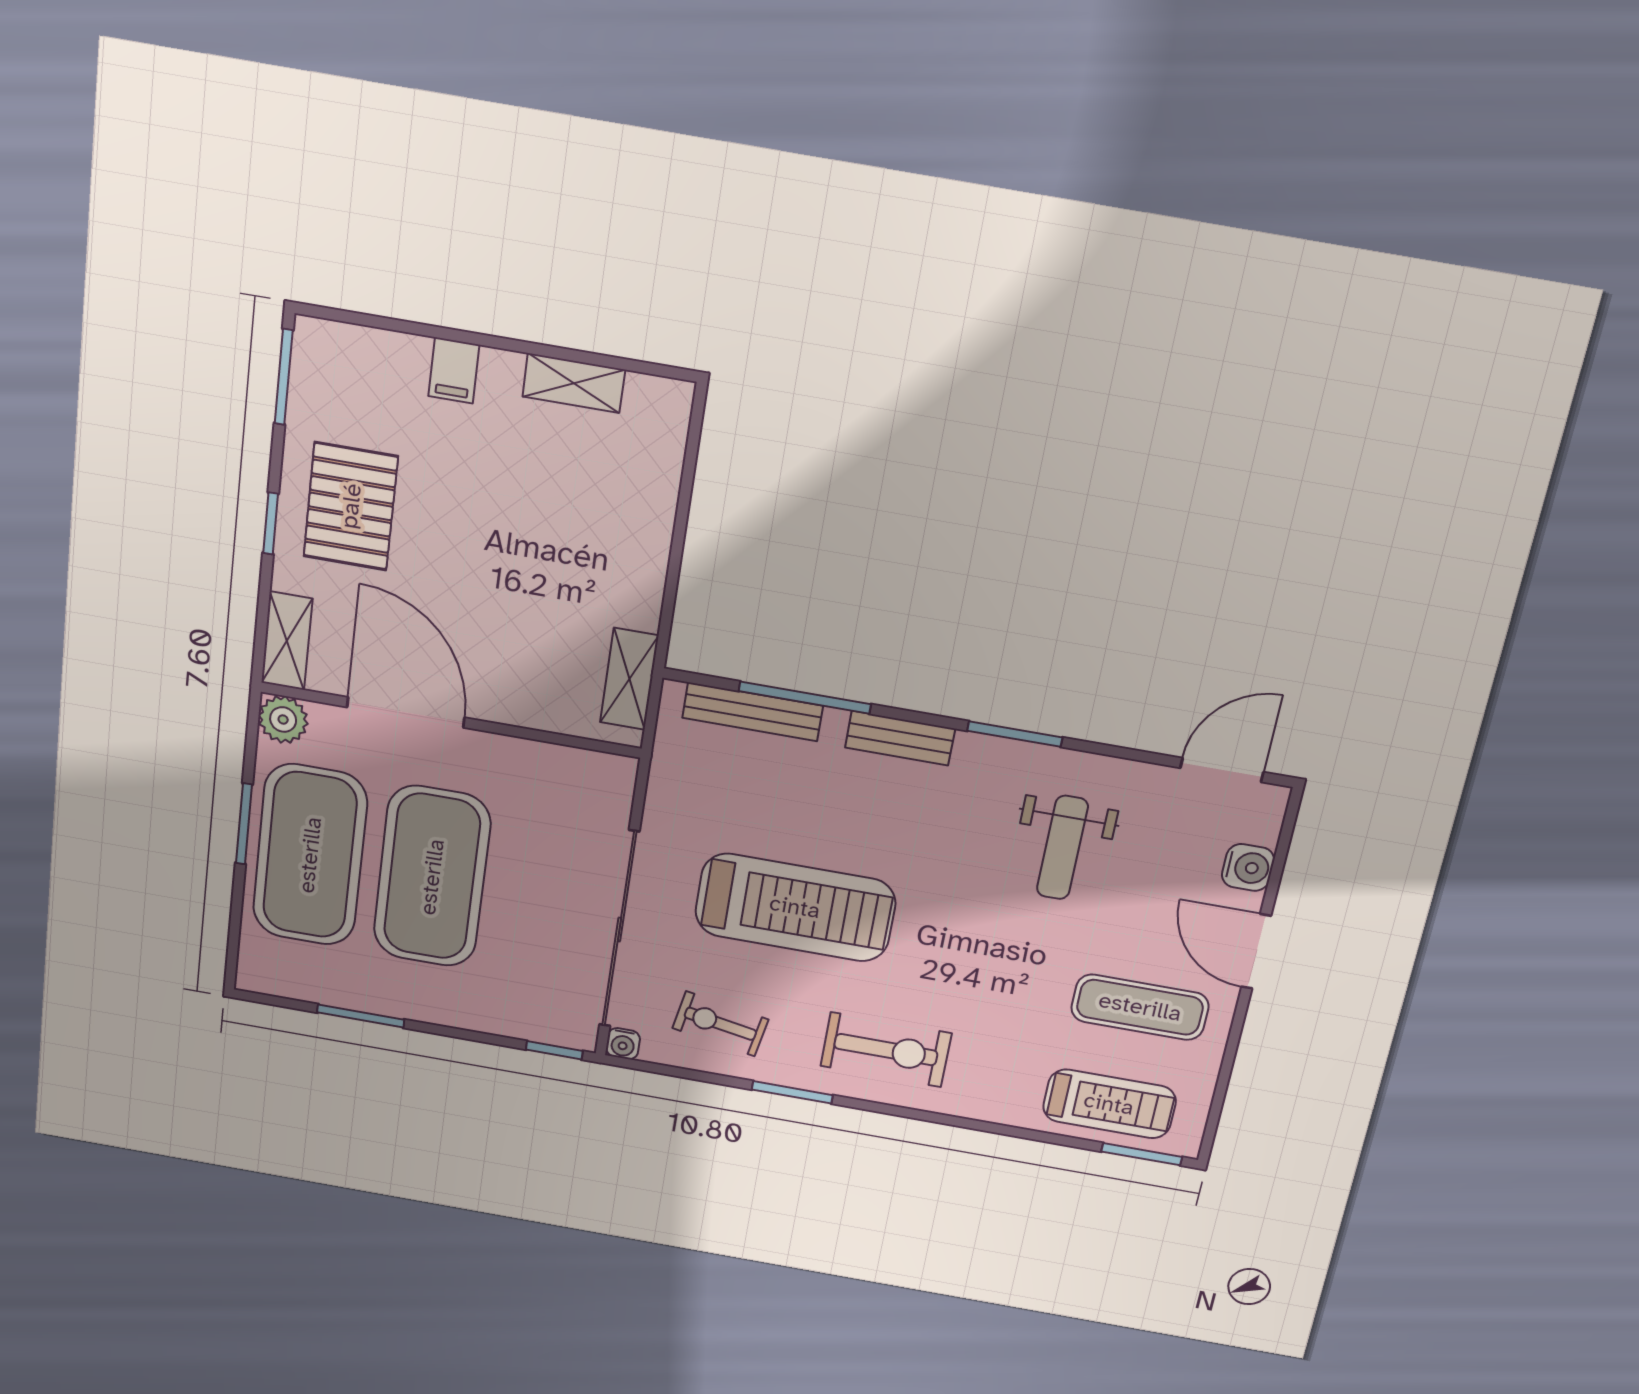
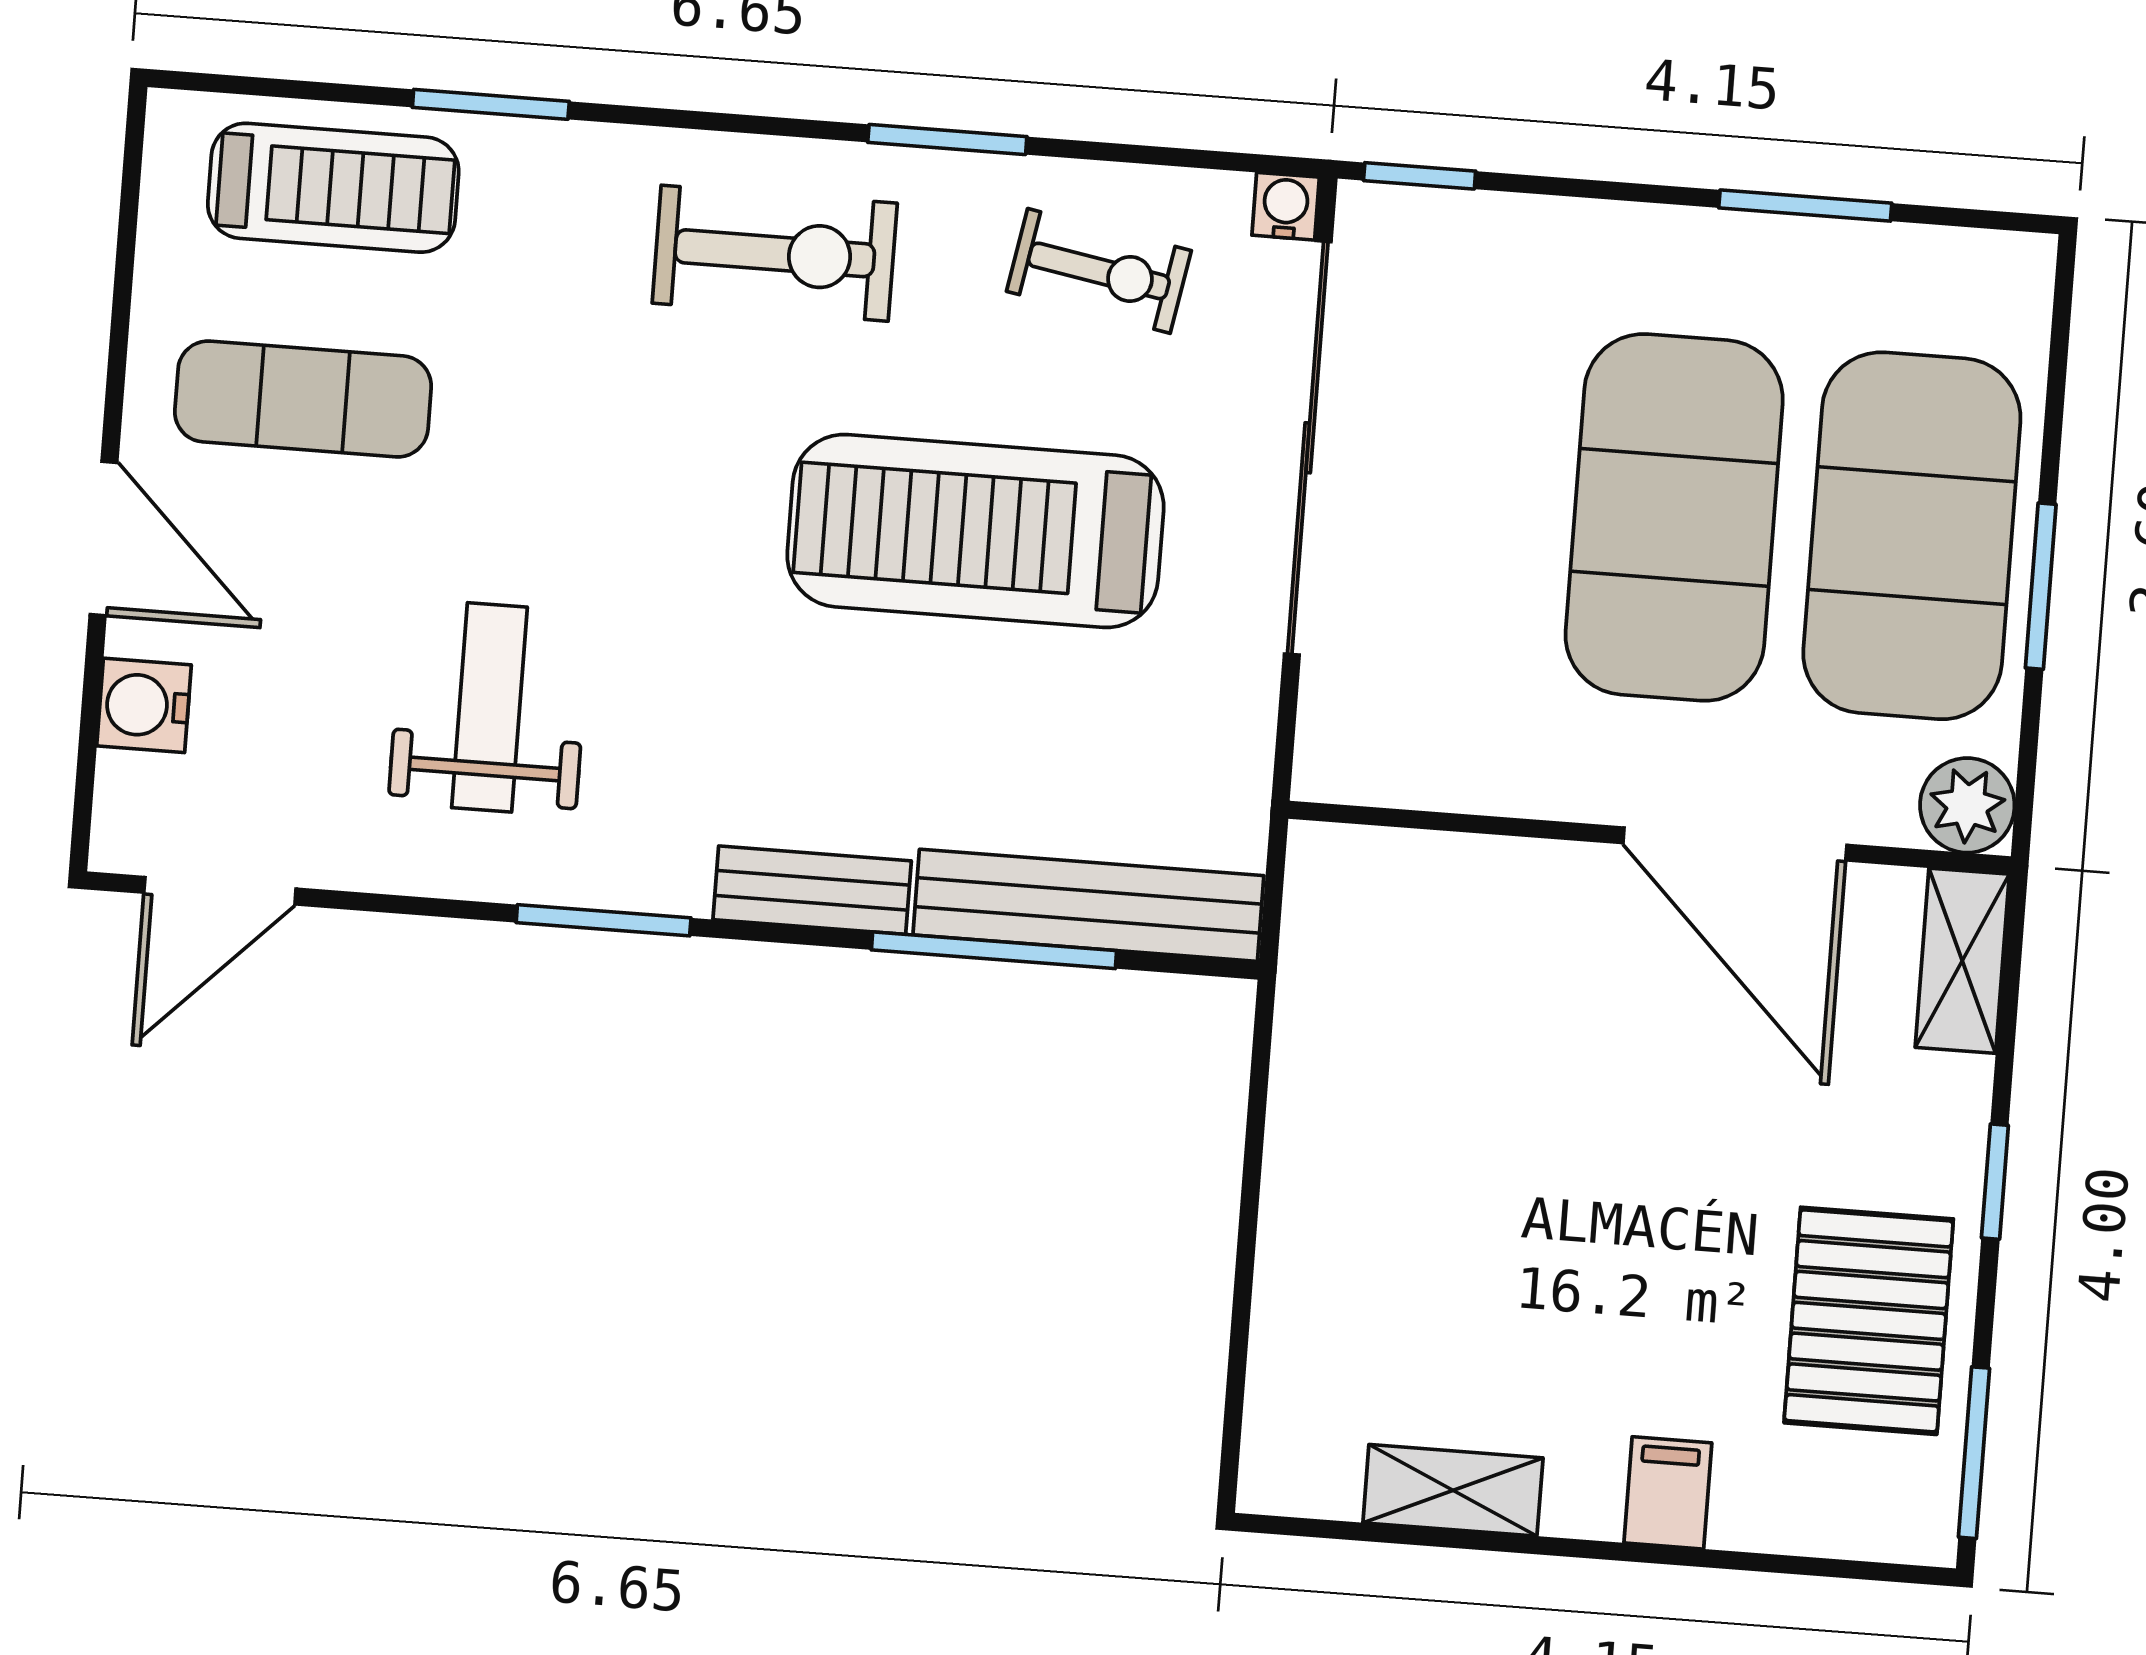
pallet: (351, 506) -> (1869, 1321), moved
shelving: (629, 679) -> (1320, 953), removed
bench: (753, 712) -> (1088, 905), width x1.37, depth x1.21
exercise bike: (886, 1050) -> (775, 253), turned 180
treadmill: (1109, 1104) -> (333, 188), turned 180
window: (1142, 1154) -> (491, 104), moved

